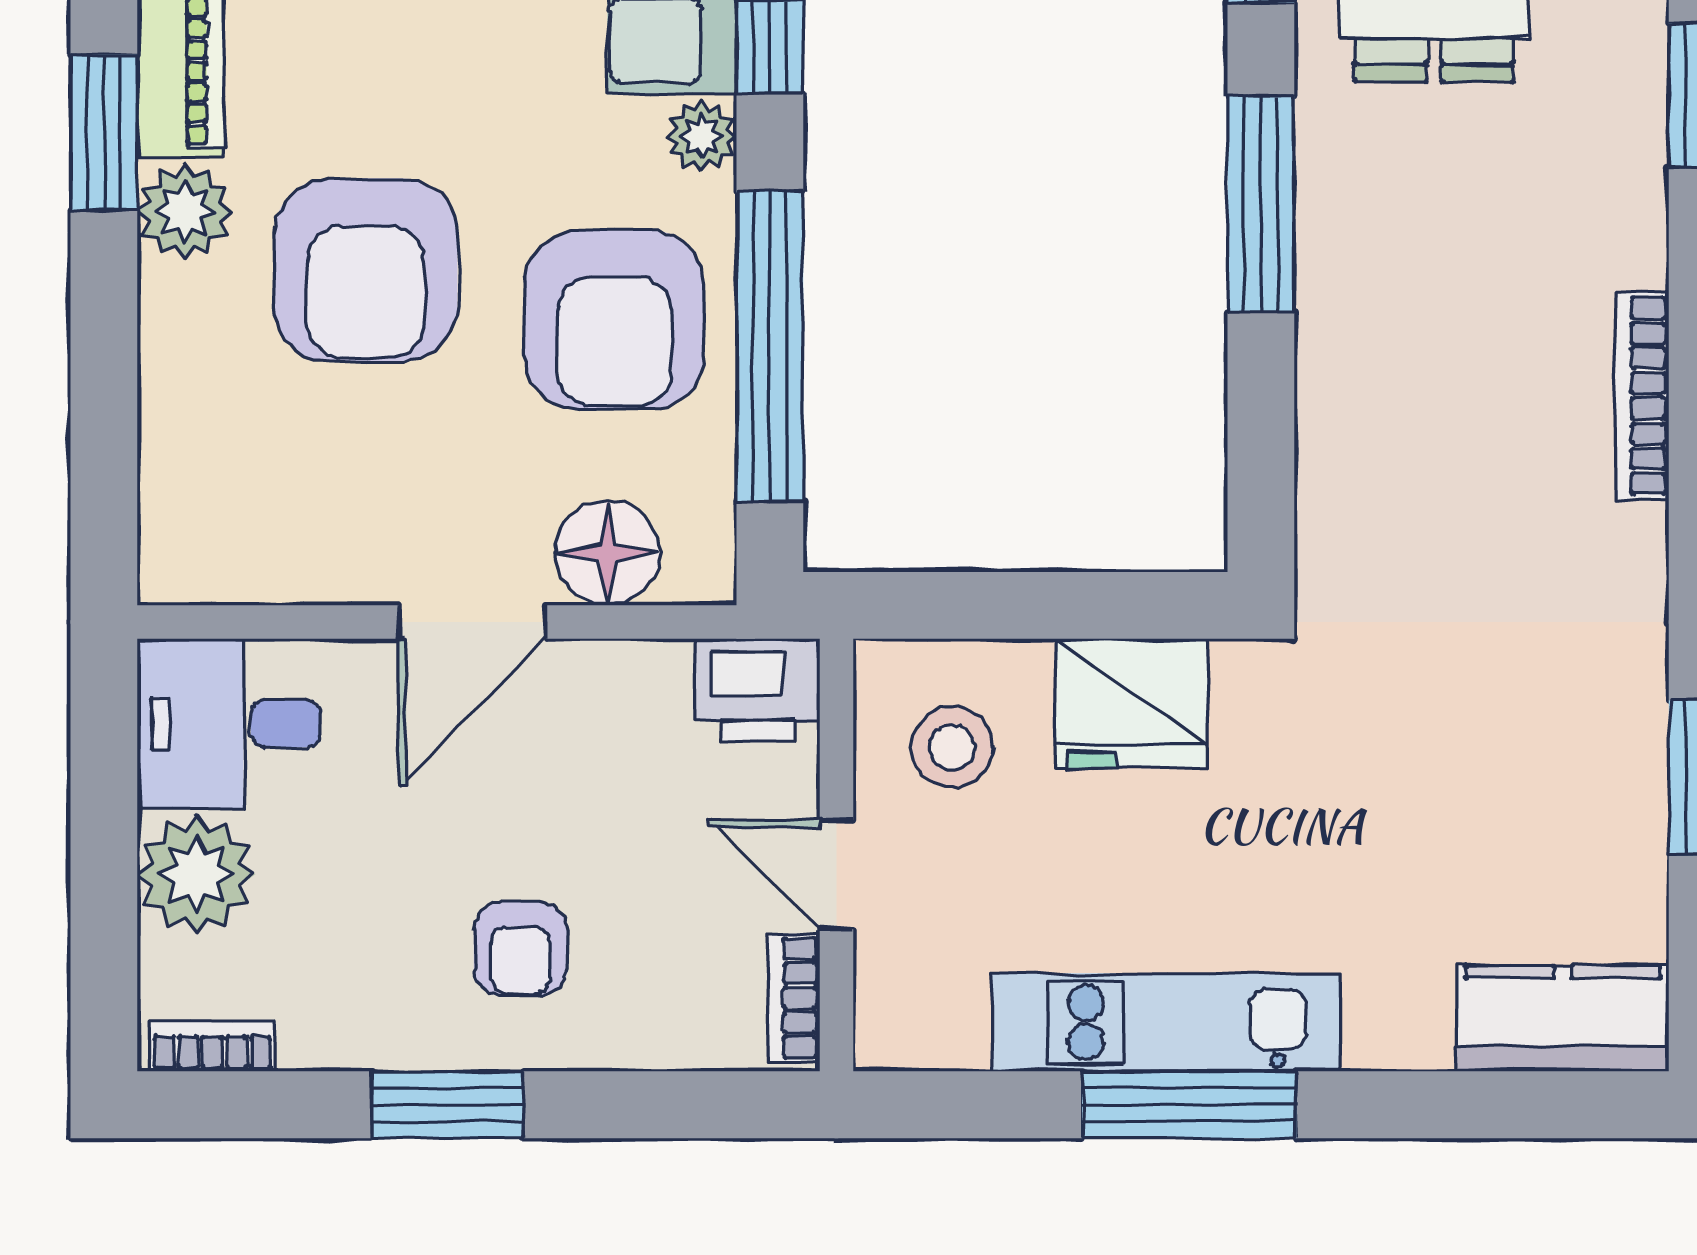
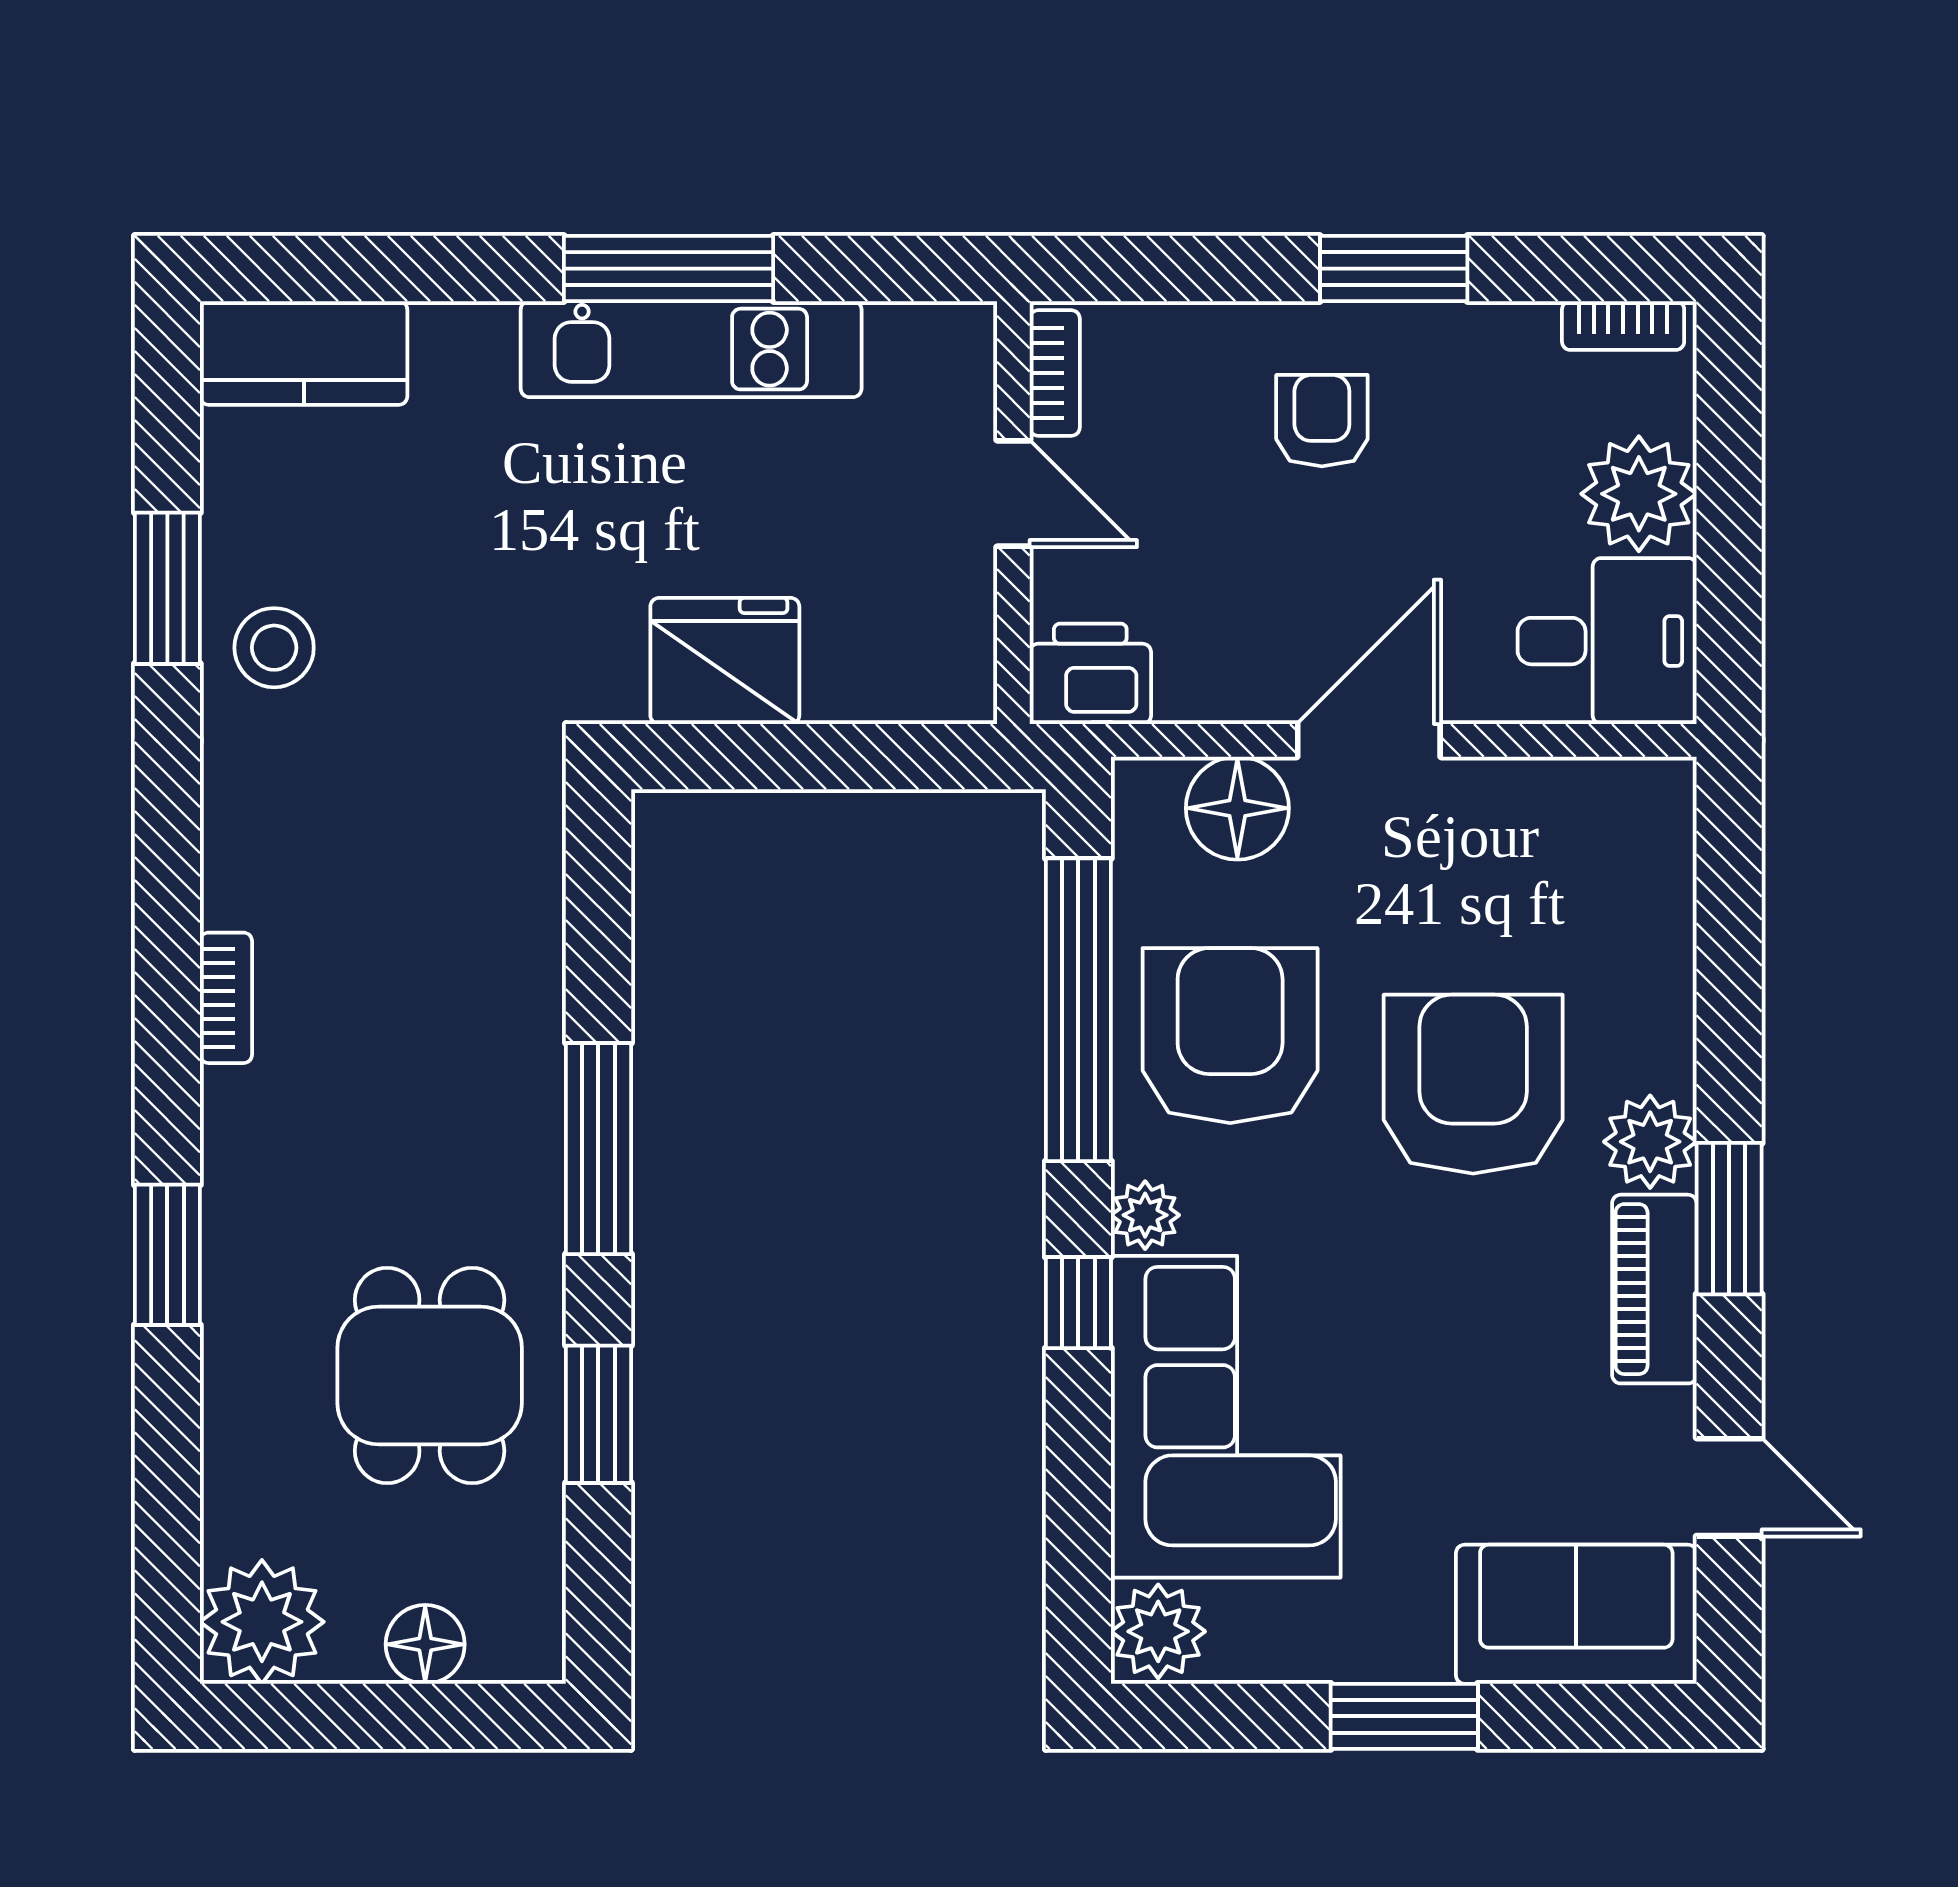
bookcase: (1642, 396) -> (226, 998), width x0.64
stool: (952, 747) -> (274, 648), moved

